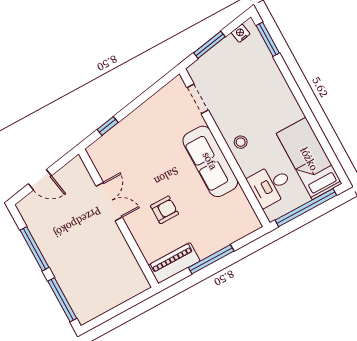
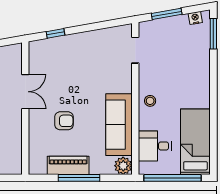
sofa: (210, 161) -> (119, 125), moved
plant: (249, 223) -> (123, 166), added
piano: (174, 263) -> (68, 165), moved

